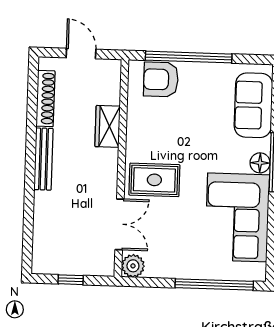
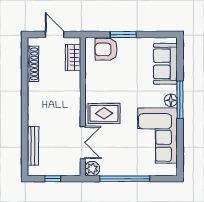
window: (189, 57) -> (123, 35), width x0.47
wardrobe: (108, 126) -> (73, 57), moved
bench: (43, 159) -> (33, 146), moved
window: (214, 284) -> (125, 179), moved

